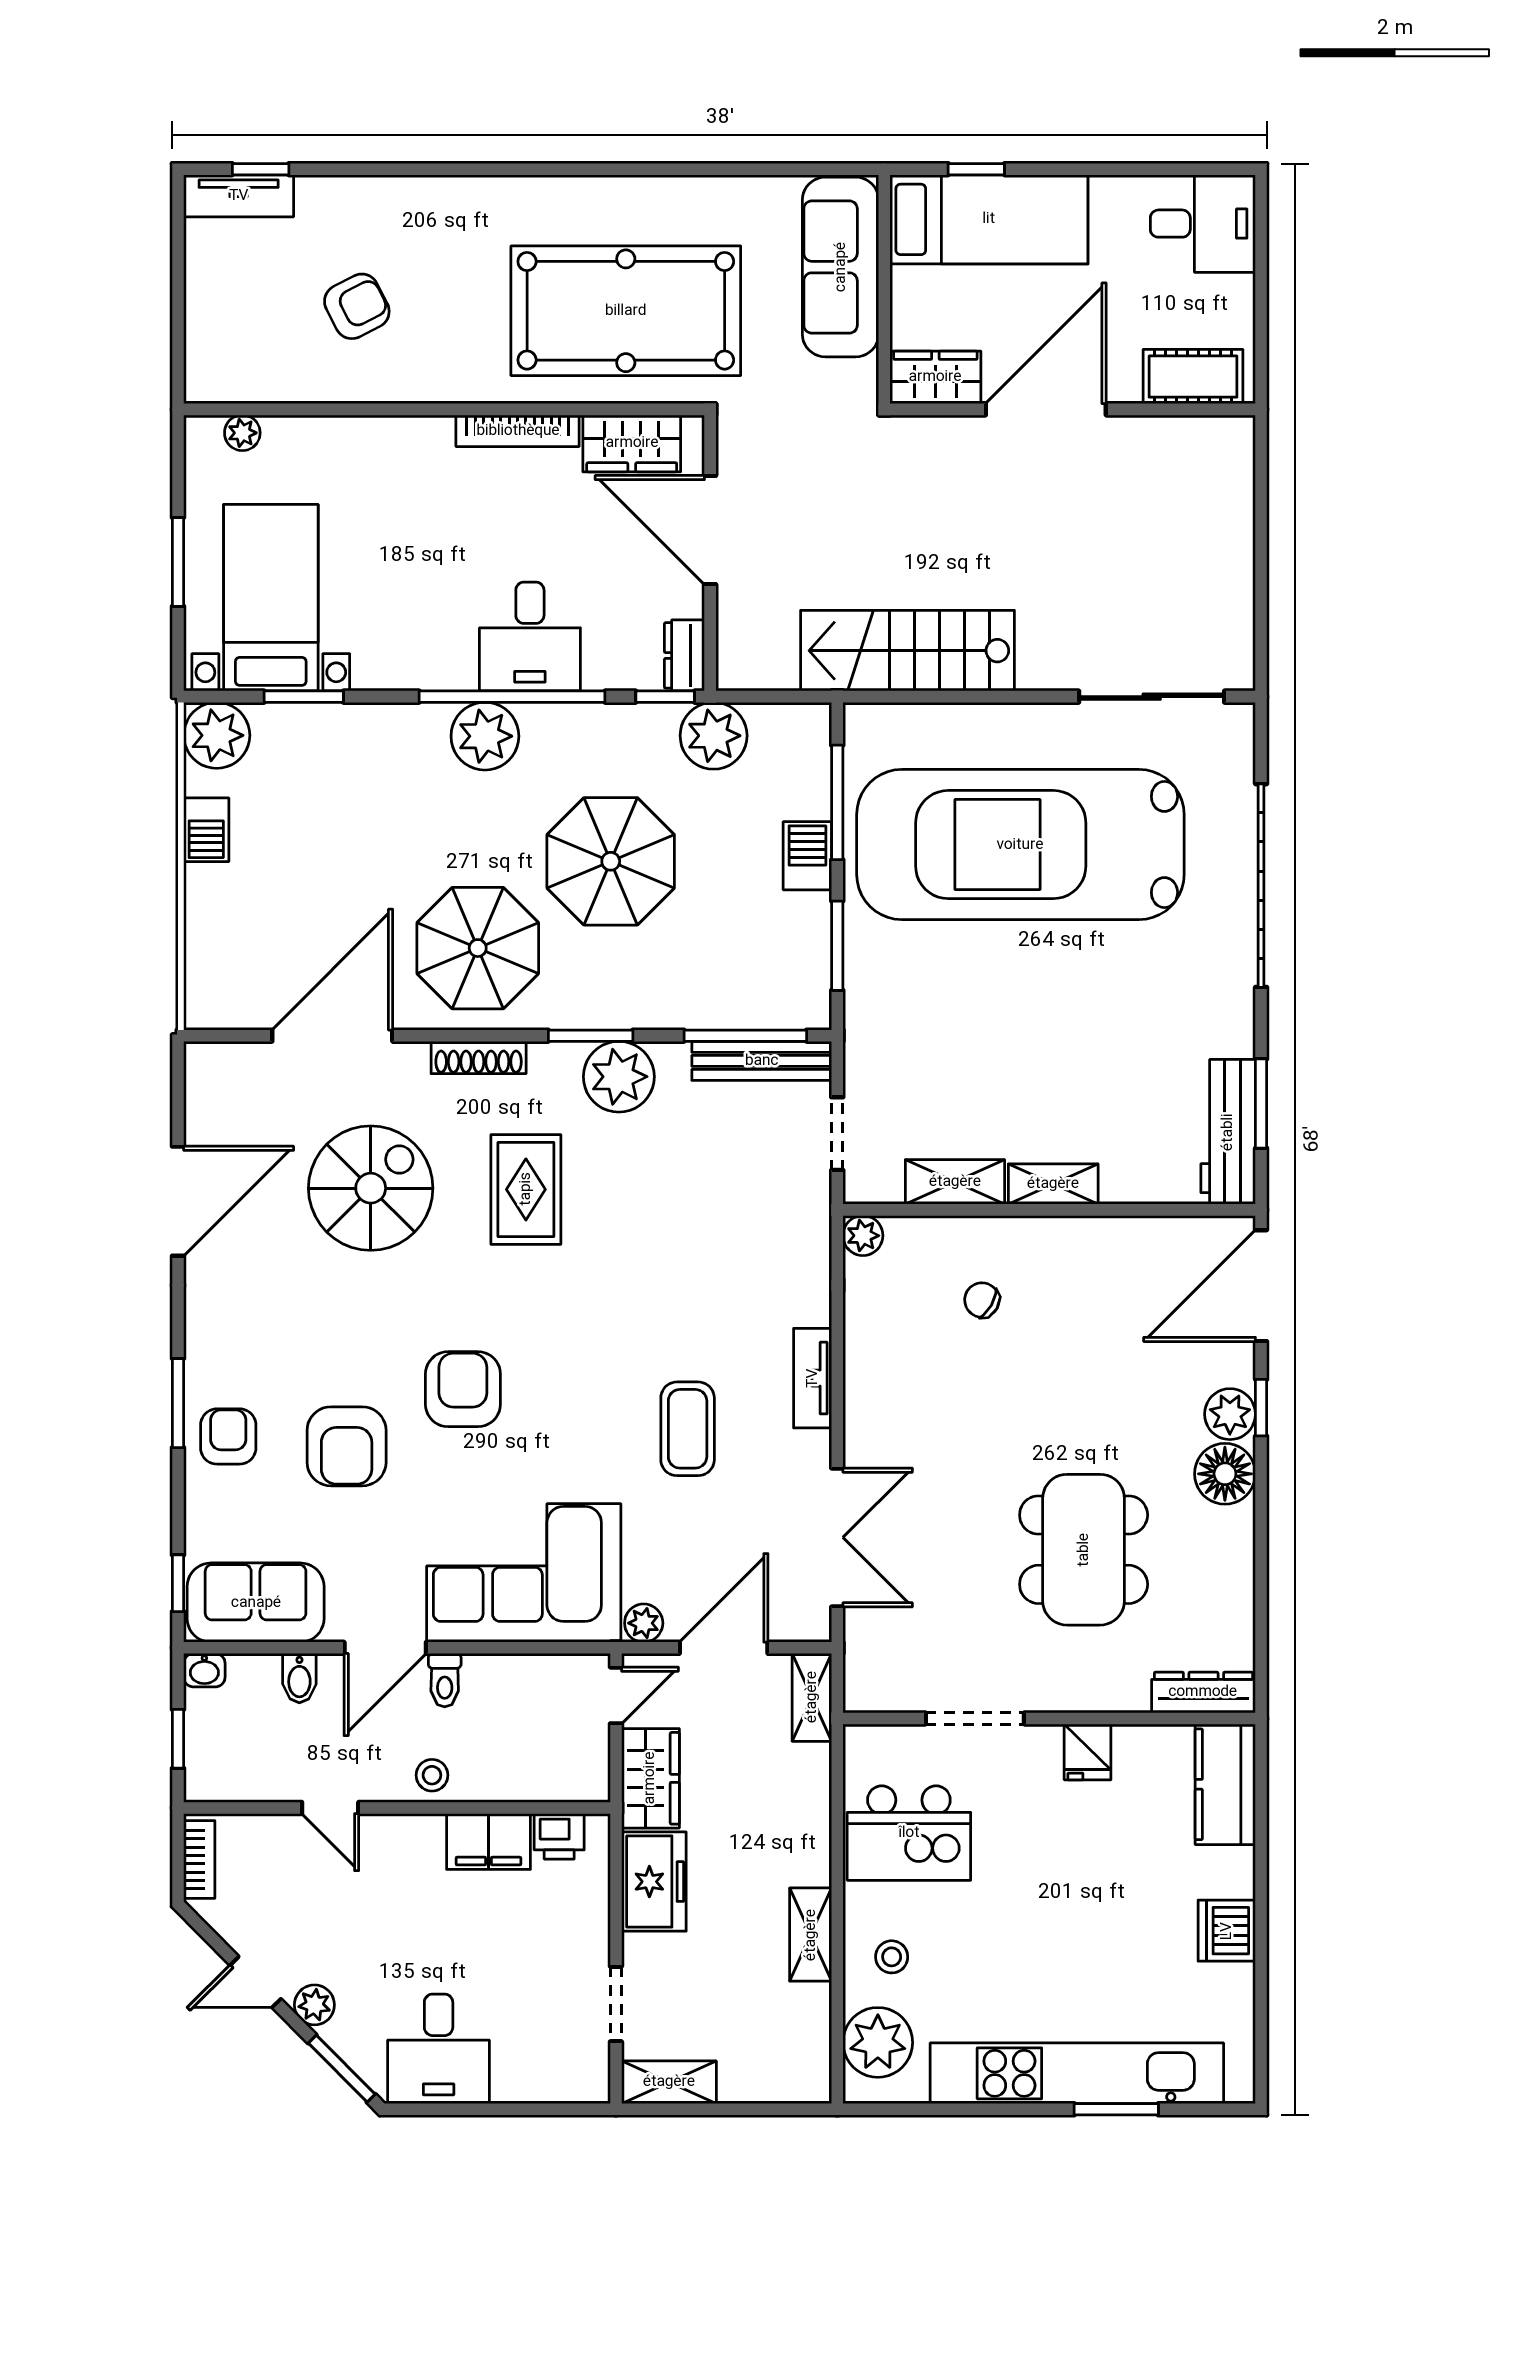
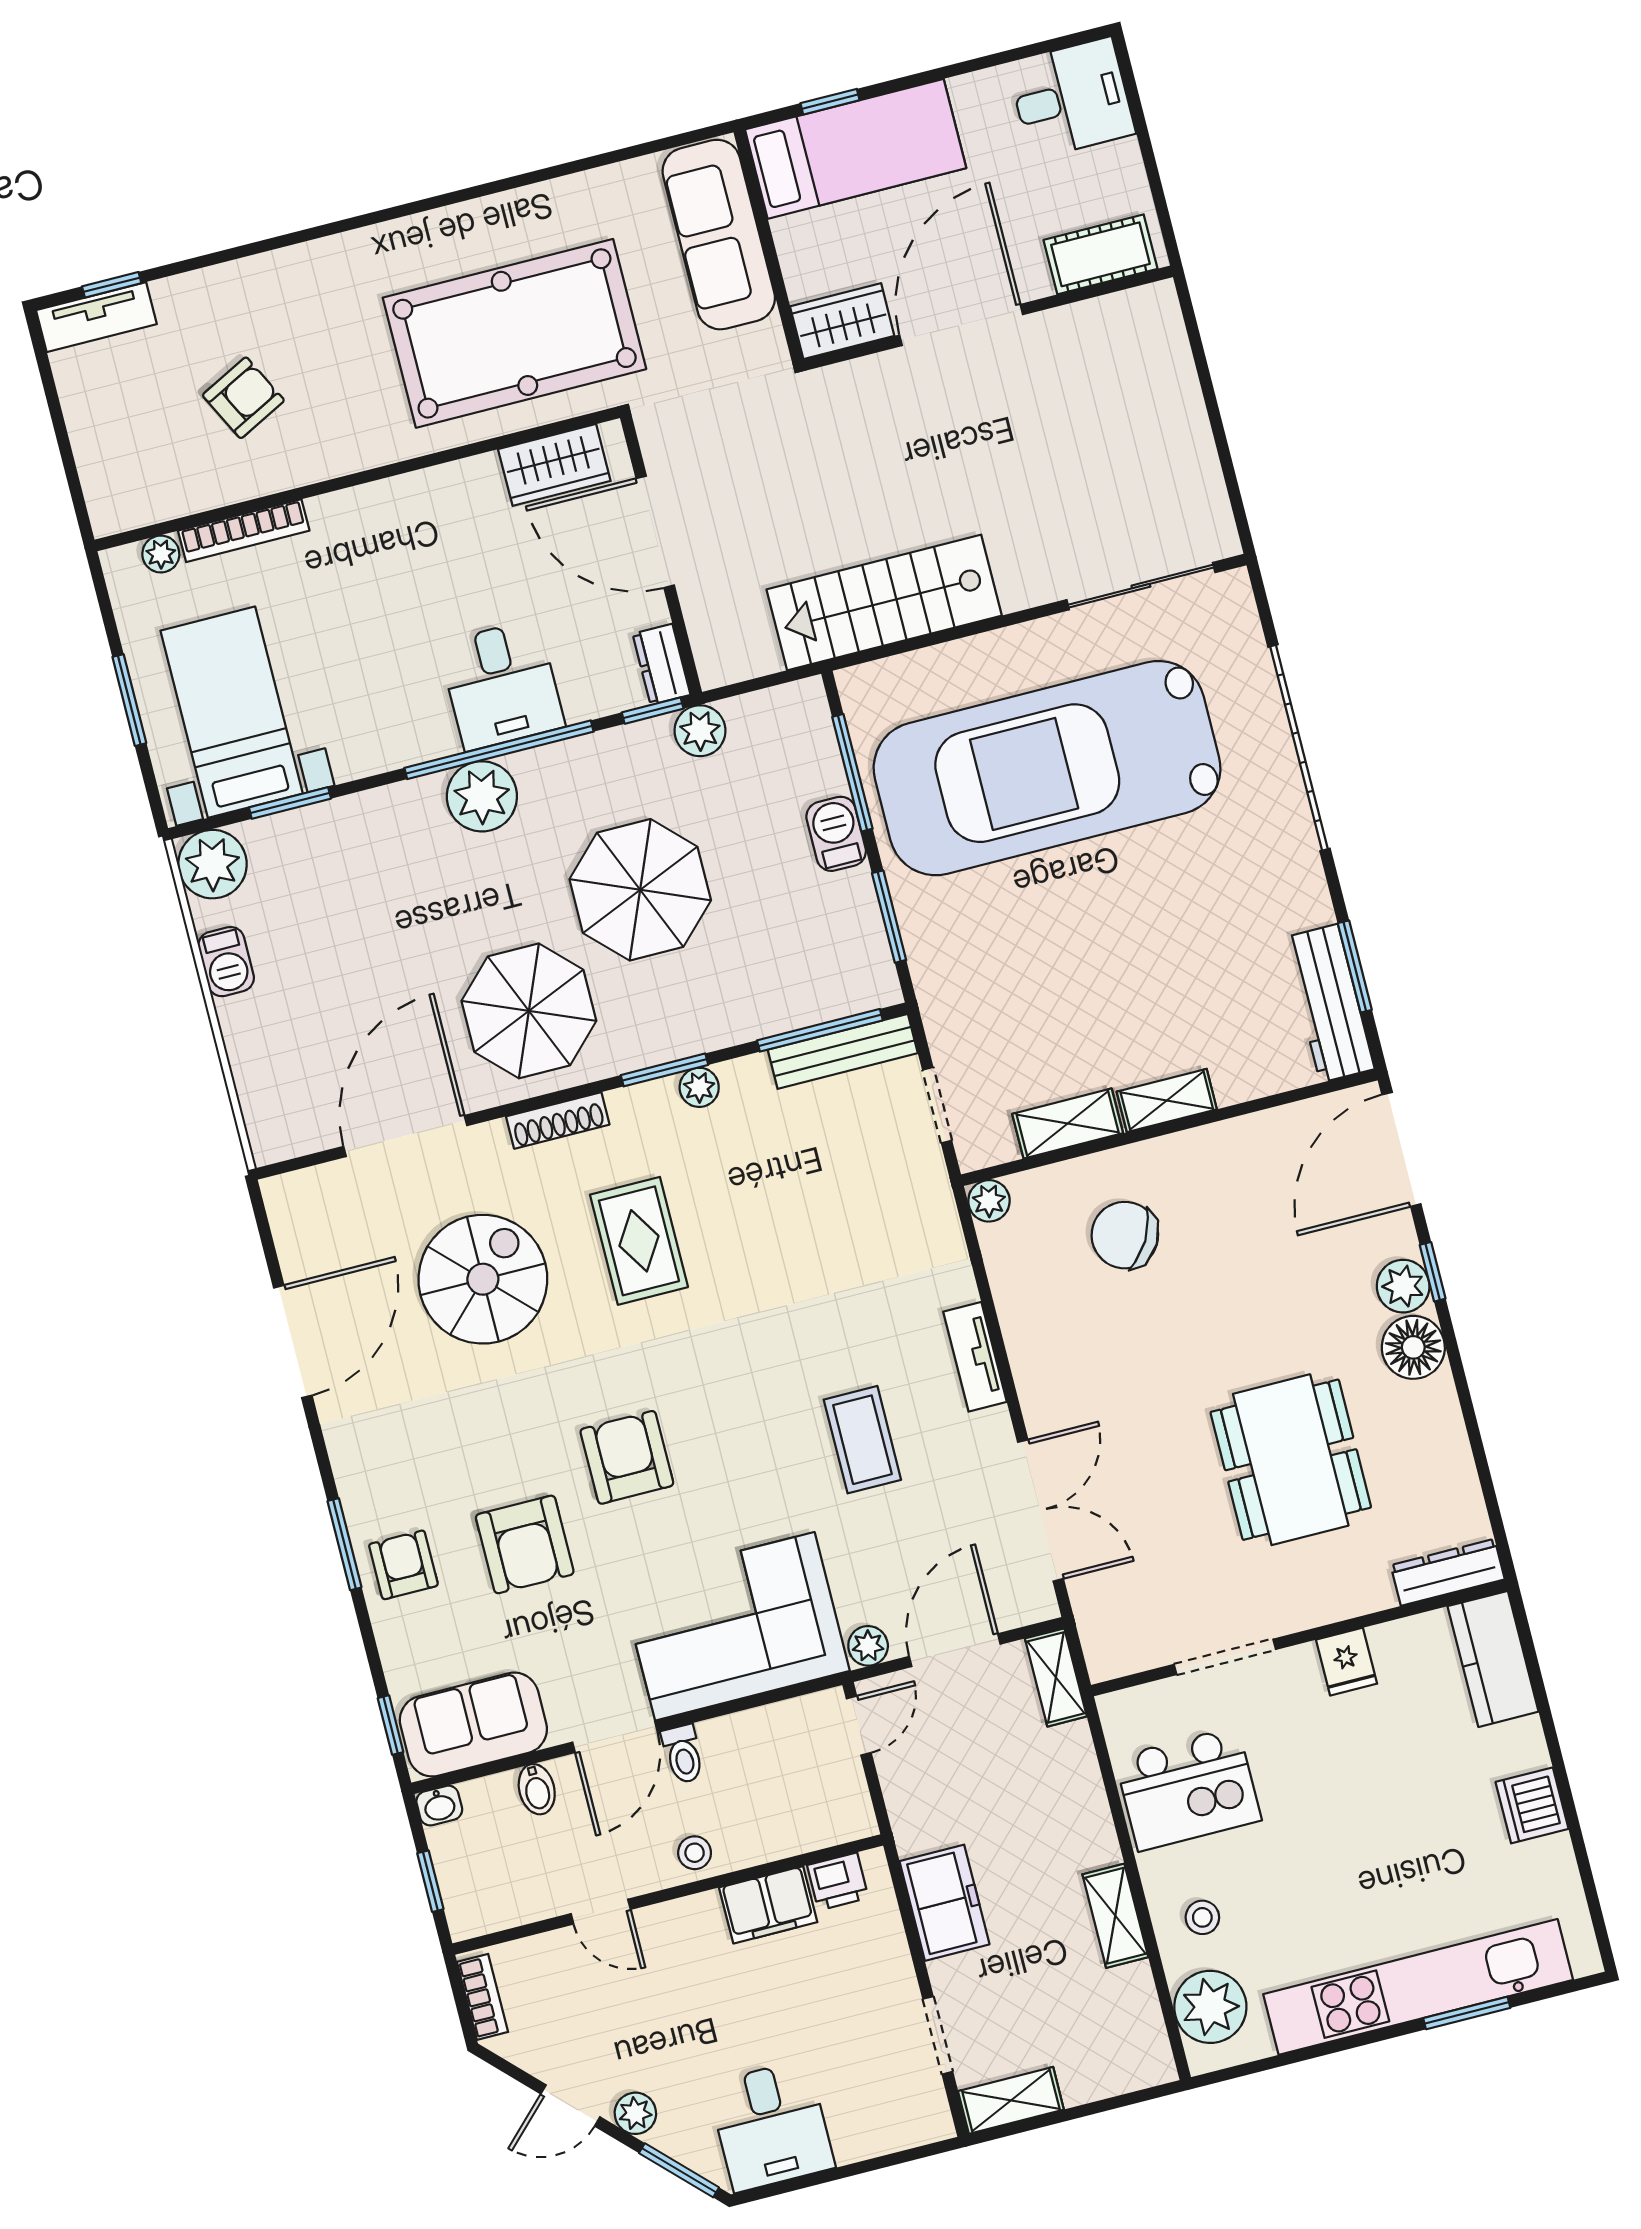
bookcase: (518, 431) -> (244, 531), moved
plant: (714, 736) -> (700, 731), width x0.73, depth x0.73
plant: (619, 1077) -> (699, 1087), width x0.53, depth x0.53
chair: (982, 1300) -> (1125, 1235), width x1.87, depth x1.87
wardrobe: (650, 1778) -> (915, 1800), removed

